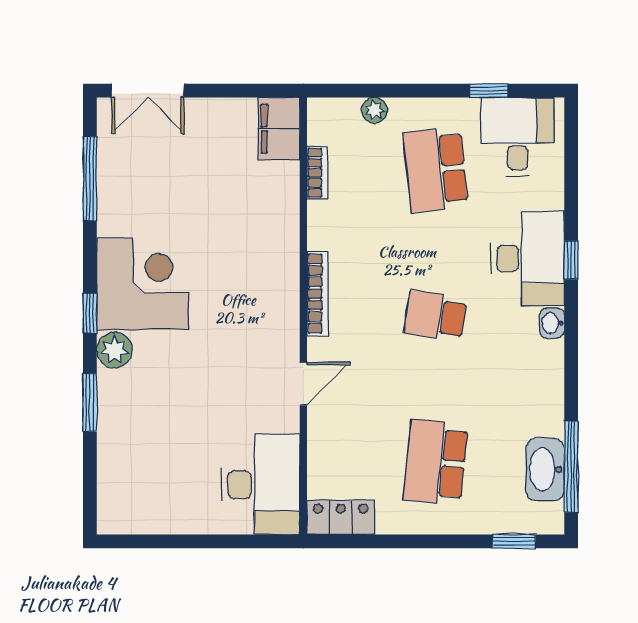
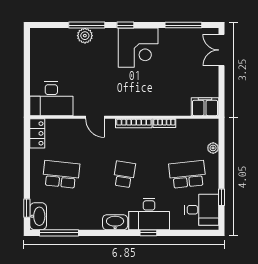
bookcase: (317, 173) -> (164, 123), moved
washbasin: (552, 323) -> (115, 222), width x1.91, depth x1.45
plant: (114, 350) -> (85, 36), moved
window: (90, 402) -> (87, 25), width x1.44
washbasin: (545, 469) -> (38, 216), moved, turned 90

